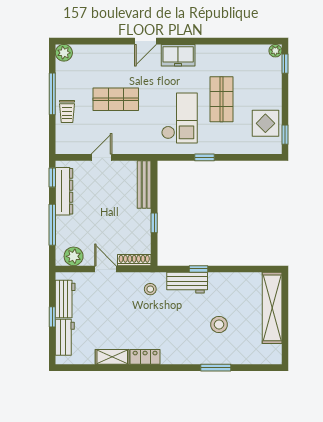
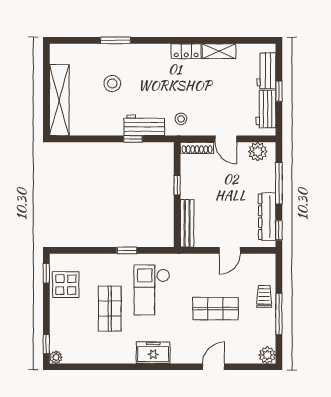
door: (146, 41) -> (214, 367), moved

